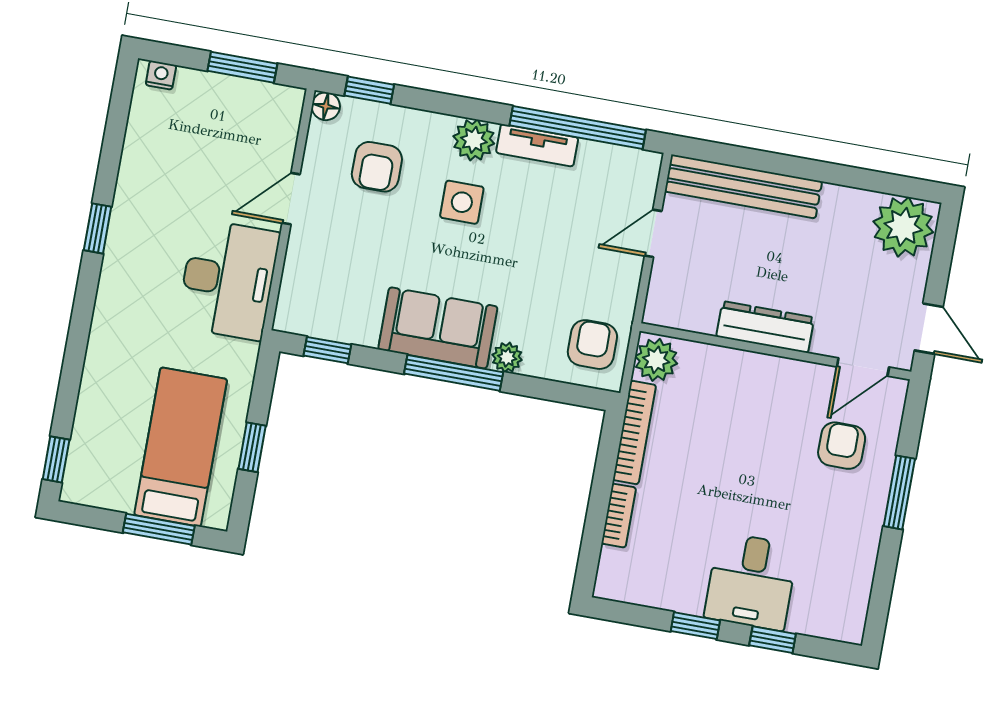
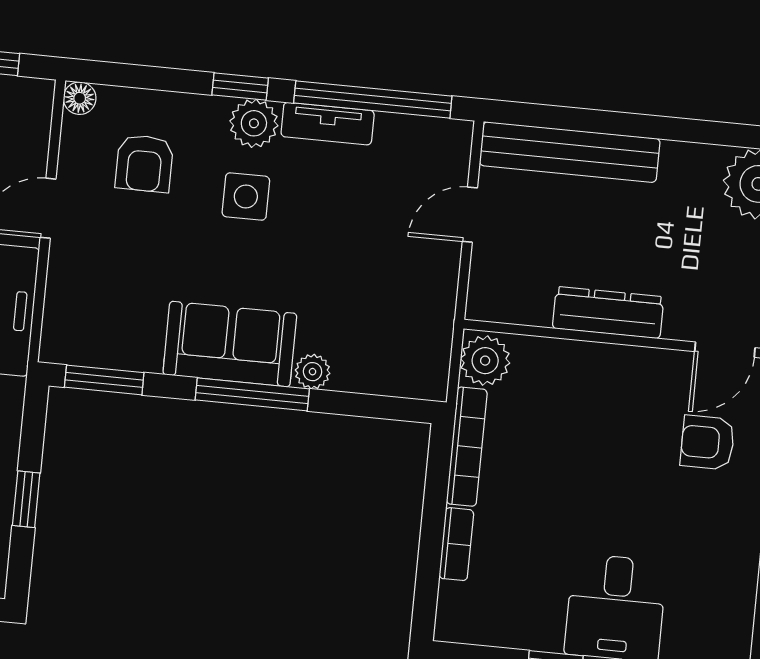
window: (369, 90) -> (240, 86), moved
armchair: (592, 345) -> (410, 349), removed
window: (327, 350) -> (104, 380), width x1.50
armchair: (842, 446) -> (707, 442), turned -90

